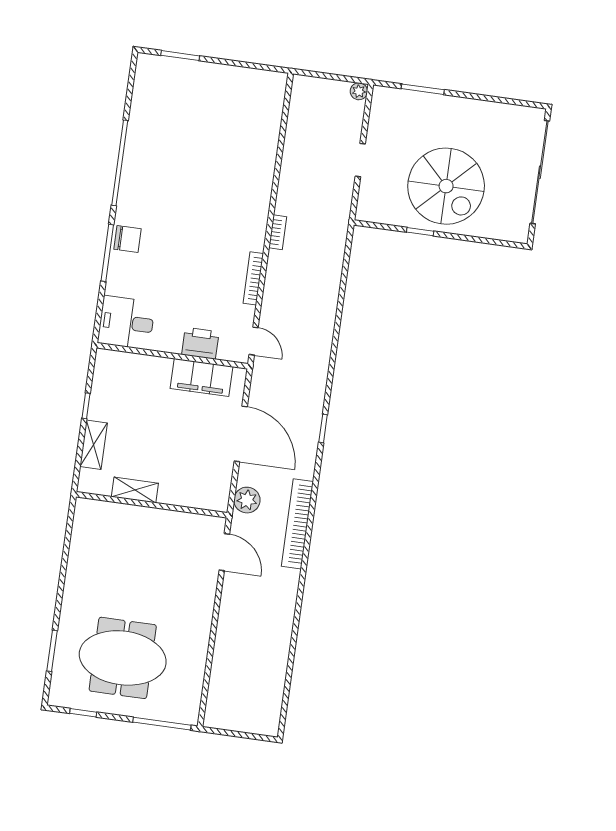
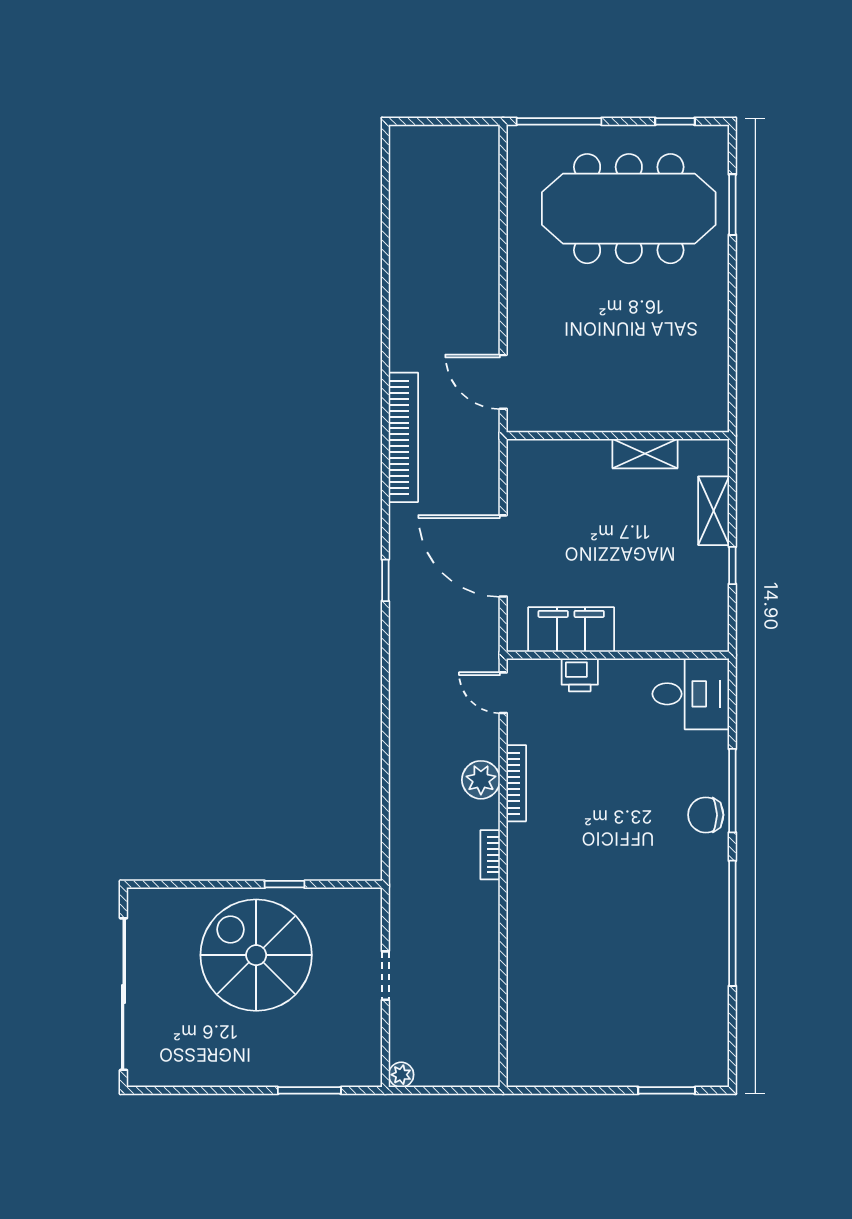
printer: (200, 343) -> (580, 675), width x0.73, depth x0.81
plant: (247, 500) -> (481, 780), moved
meeting table: (123, 658) -> (629, 209), width x1.36

